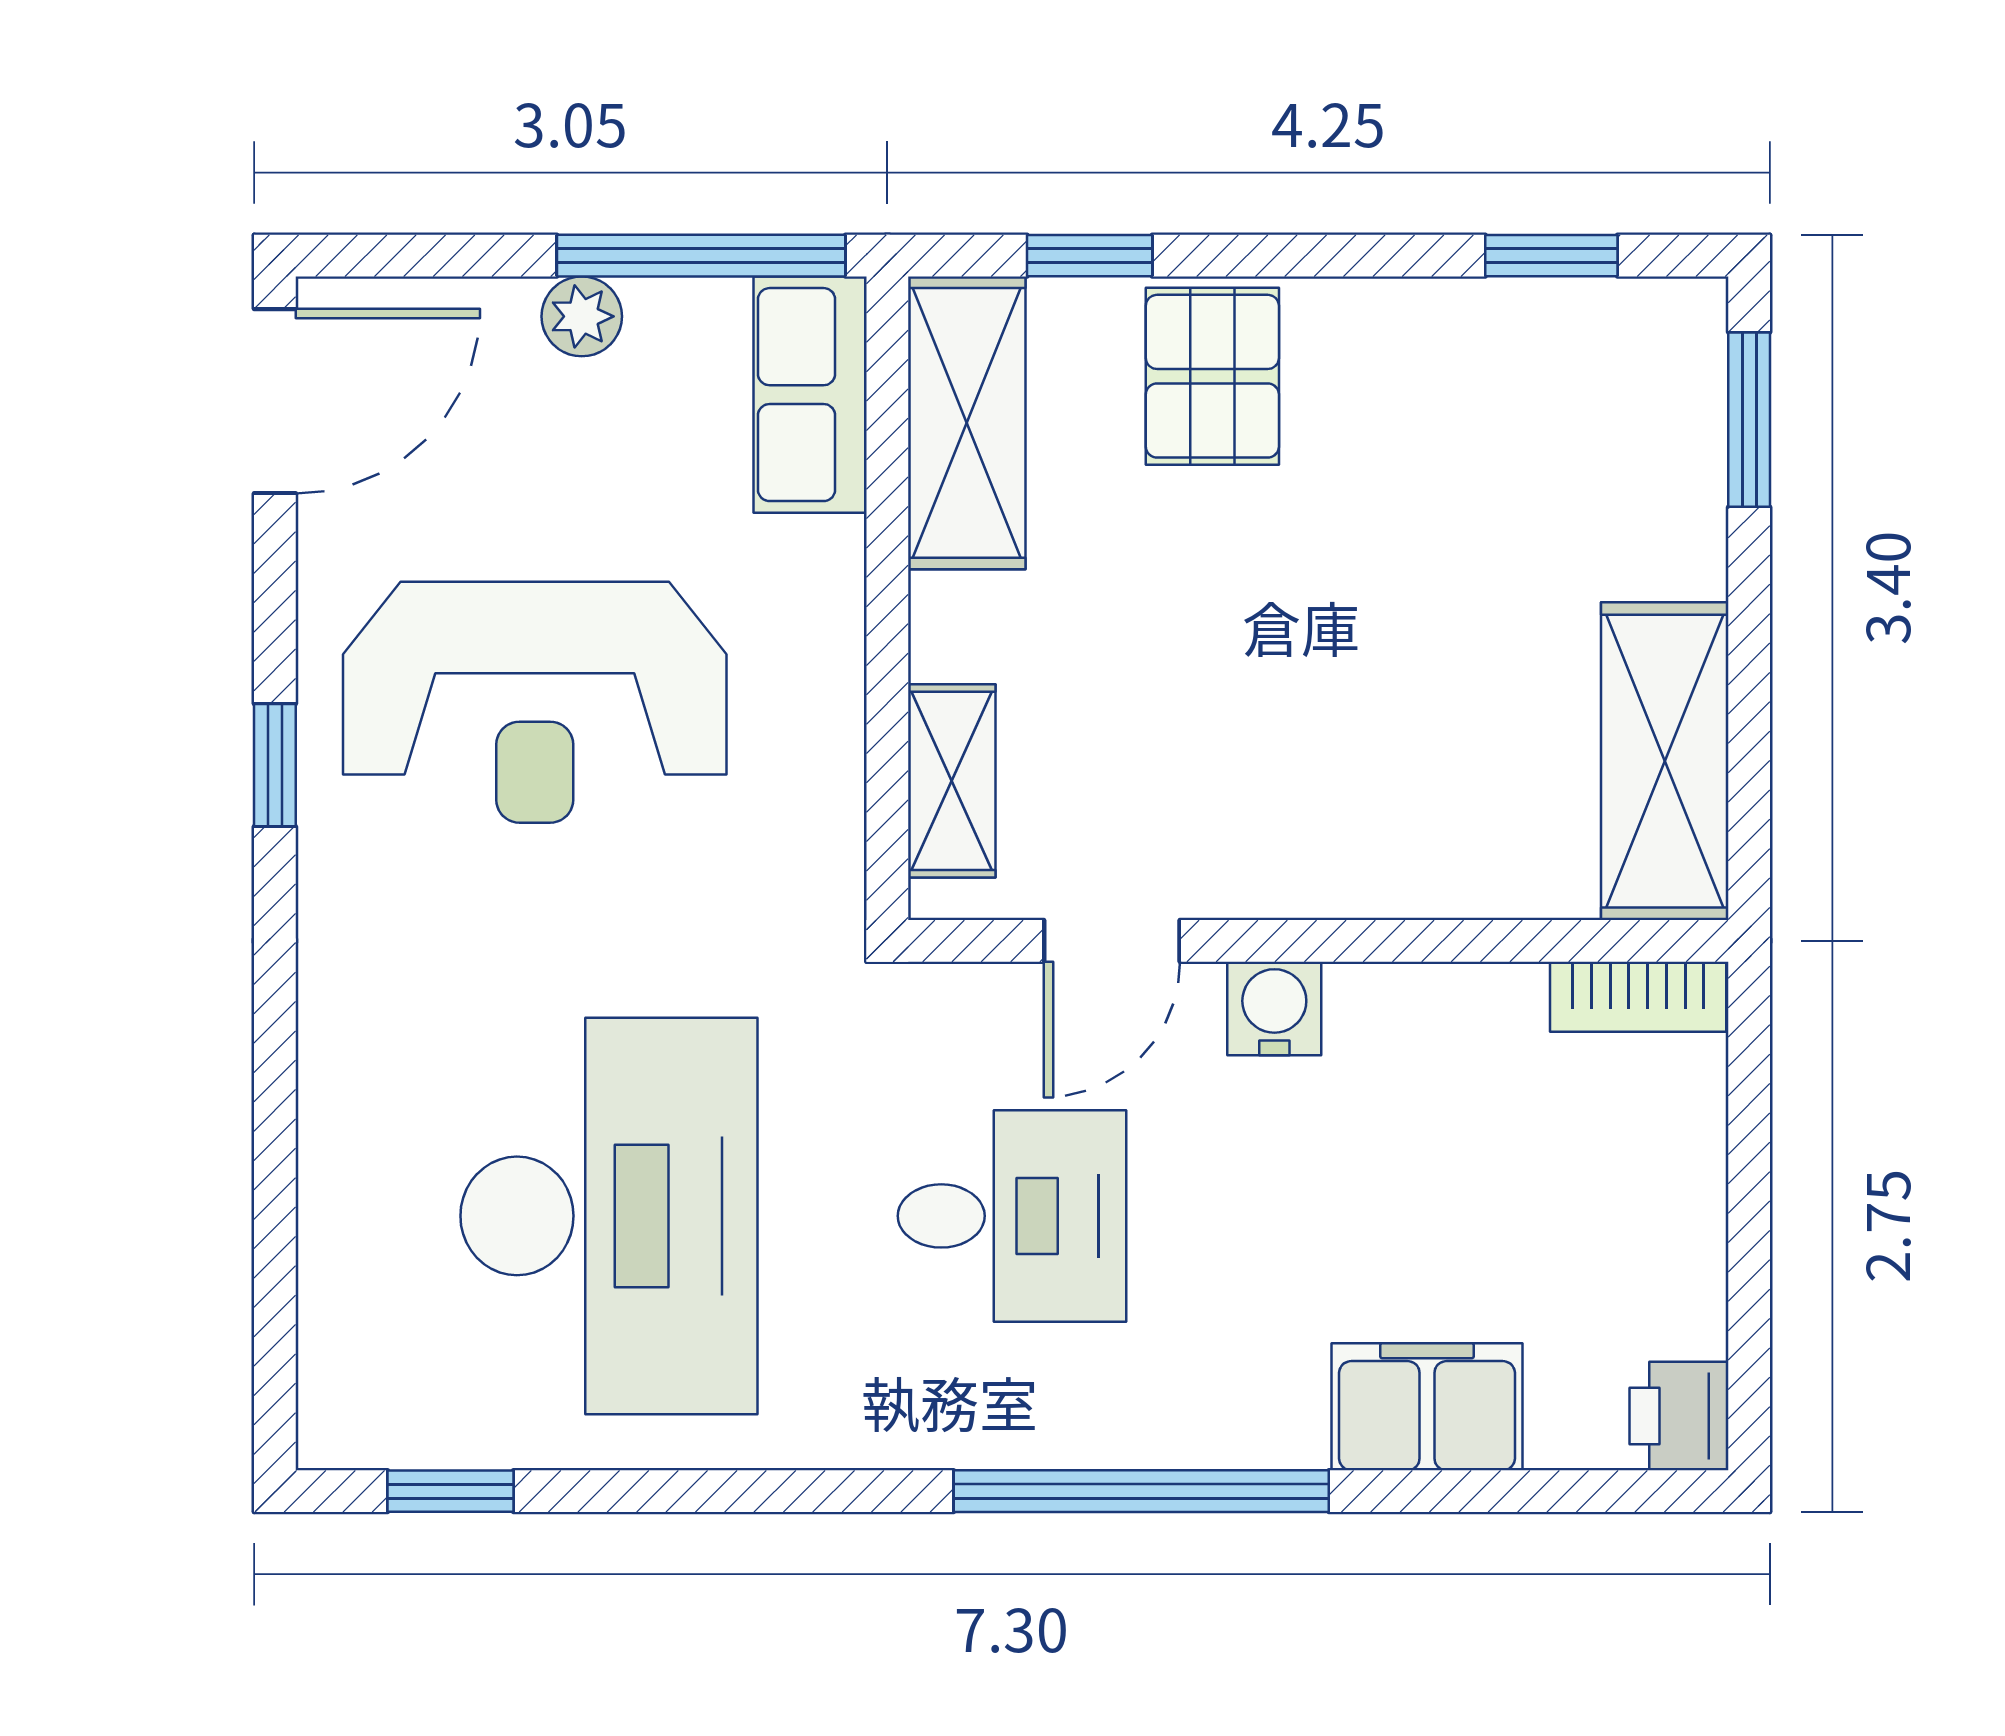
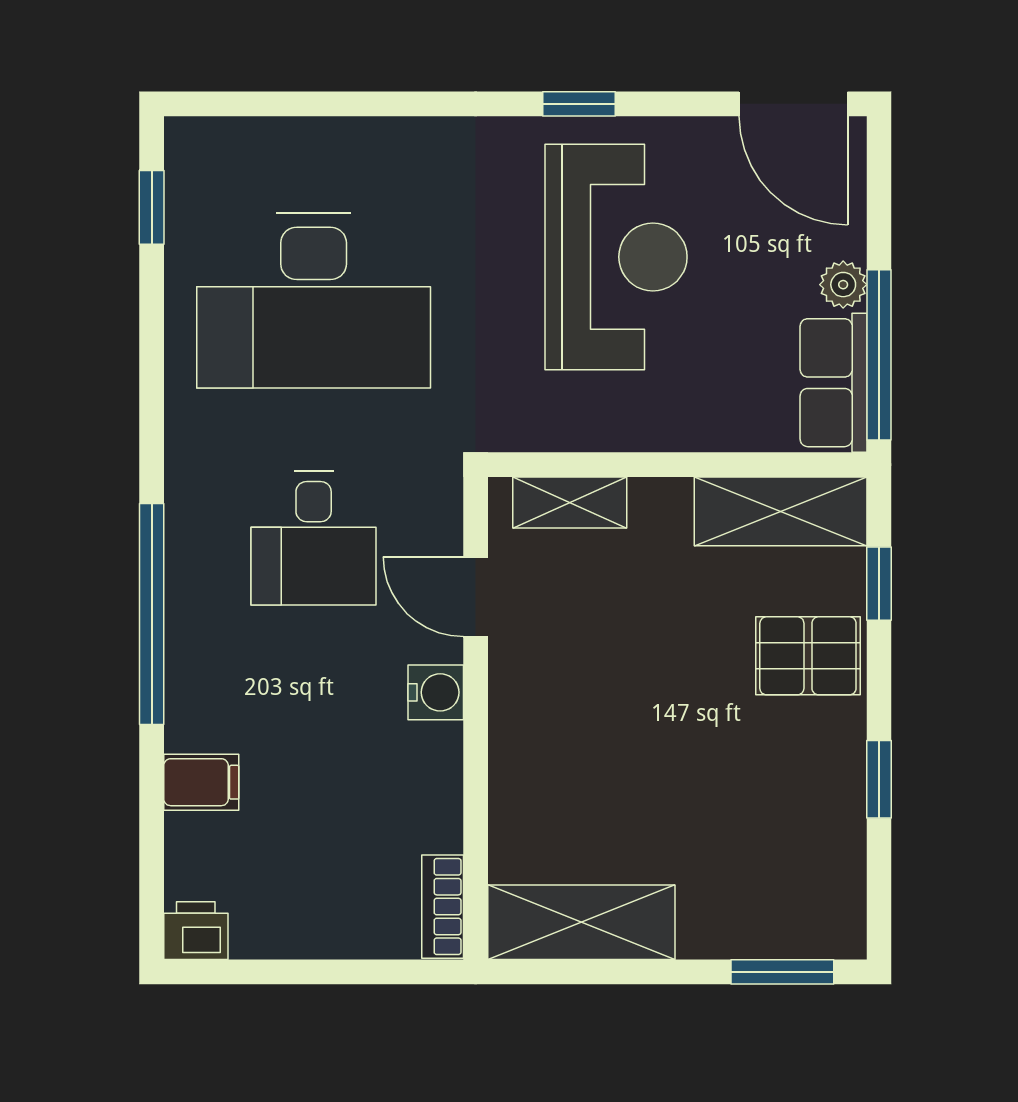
window: (1551, 256) -> (879, 779), moved
row of seats: (810, 395) -> (833, 383), moved, turned -90
reception desk: (535, 702) -> (616, 257), turned 180
filing cabinet: (1427, 1407) -> (201, 782), width x0.50

